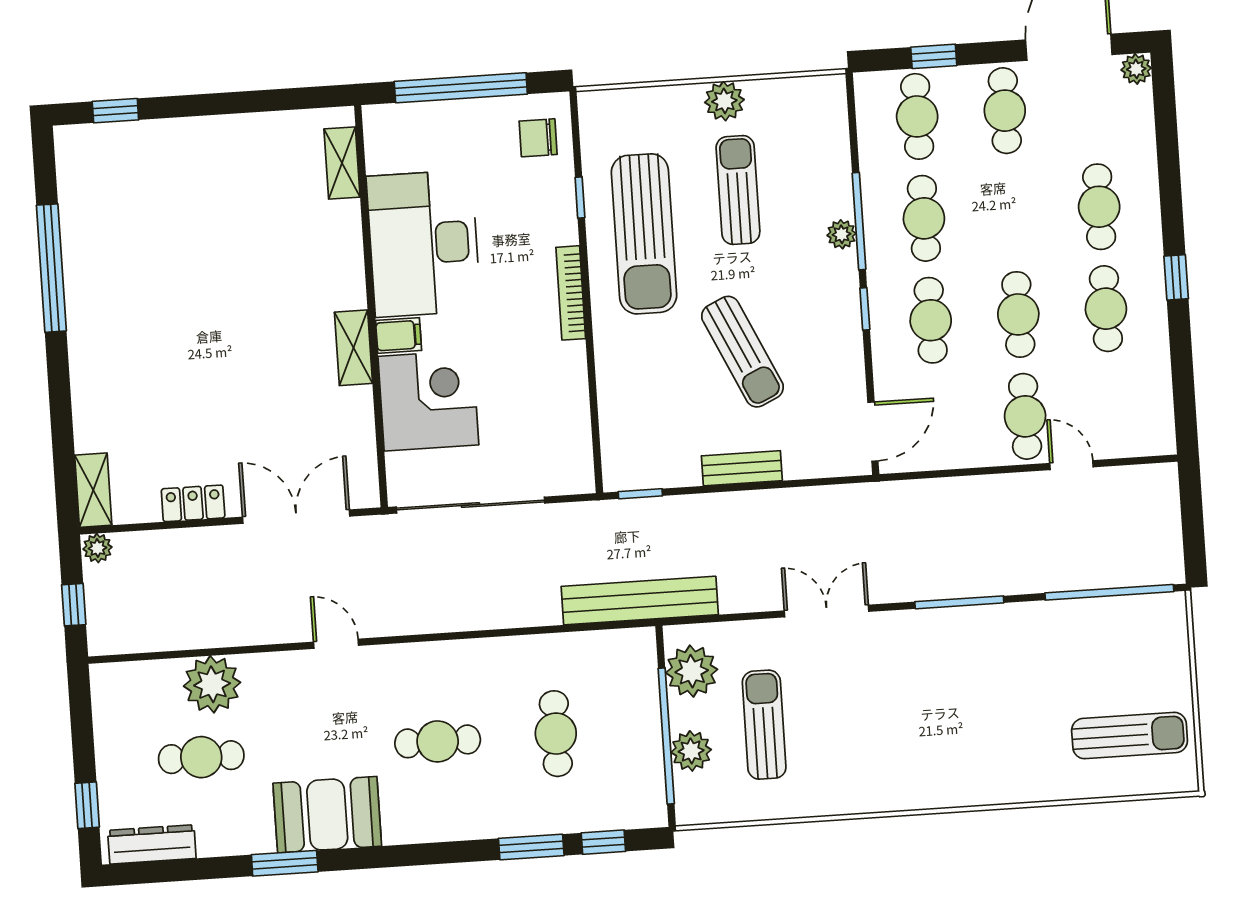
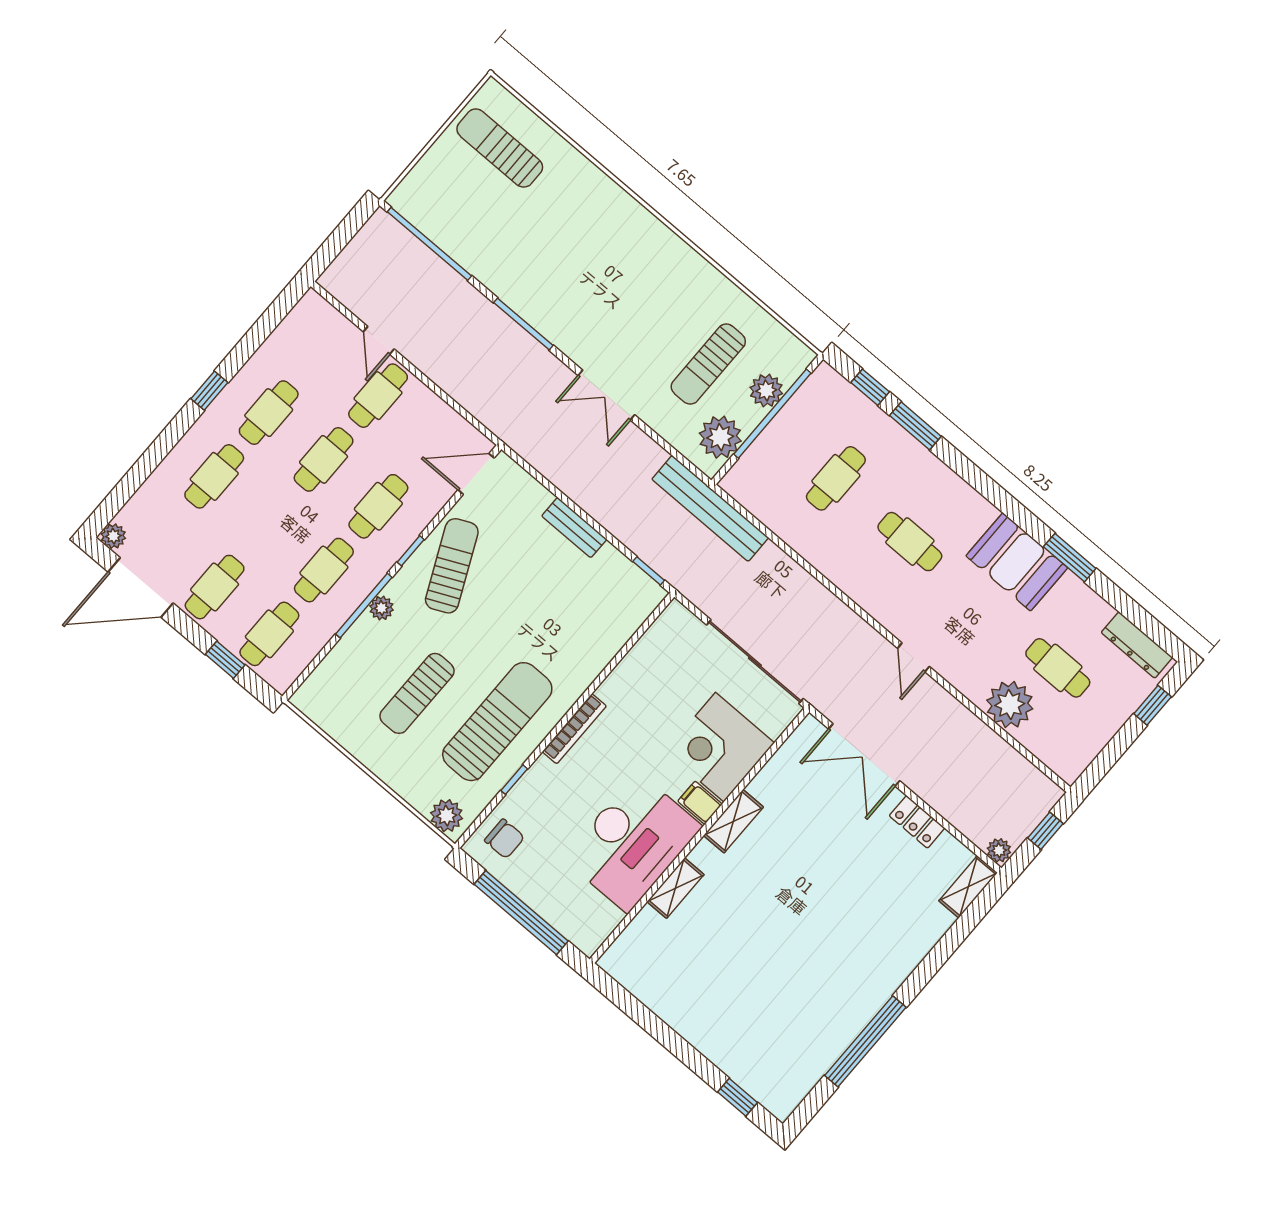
plant: (724, 101) -> (447, 816), moved
shelving: (342, 163) -> (676, 888), moved
sun lounger: (742, 352) -> (452, 566), moved

